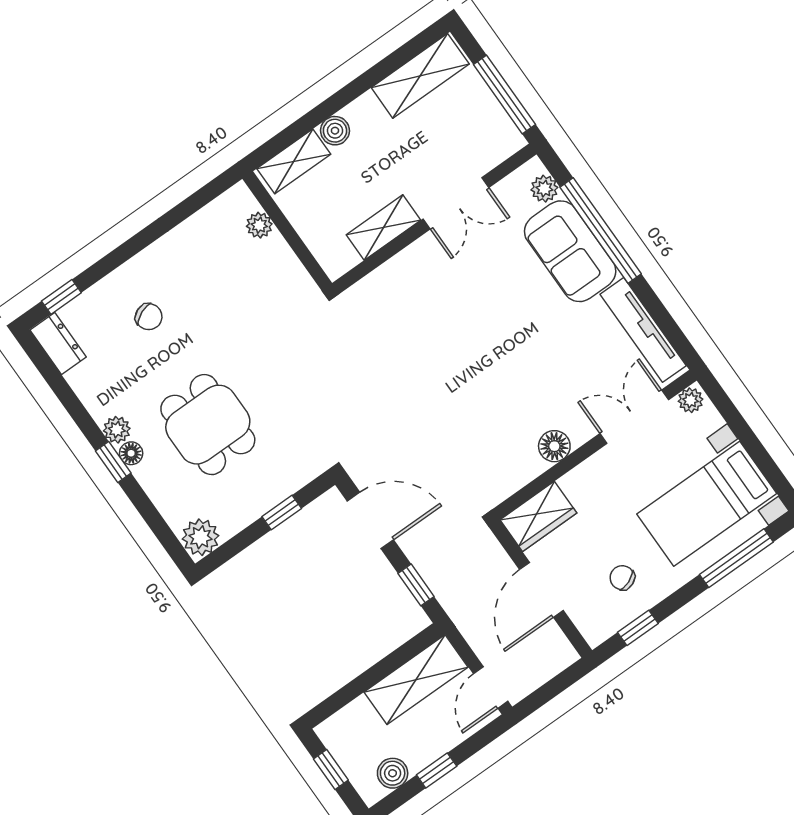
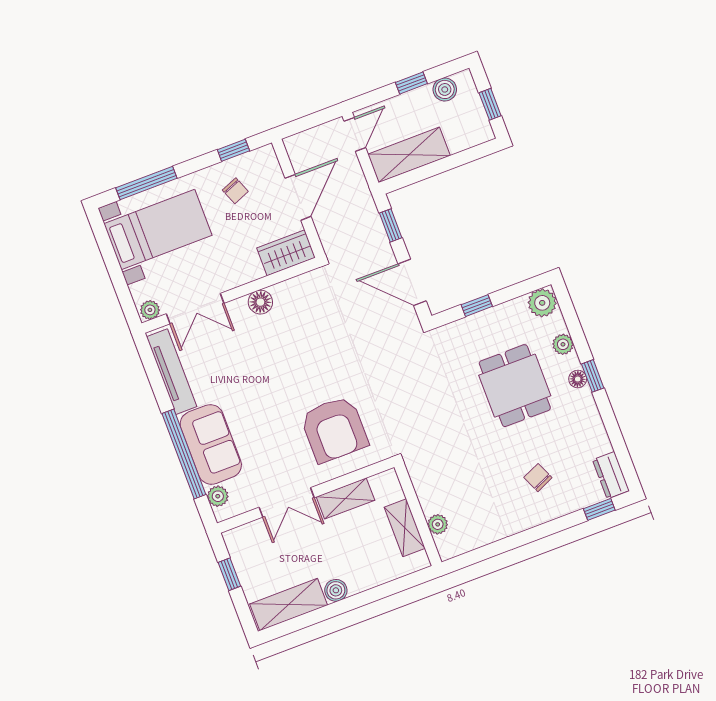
window: (504, 95) -> (229, 574), width x0.46
boiler: (335, 131) -> (336, 590), moved
shelving: (294, 161) -> (405, 528), moved, turned 90
double door: (456, 203) -> (287, 502), swing flipped
armchair: (420, 311) -> (334, 429), added
plant: (117, 430) -> (563, 344), moved

